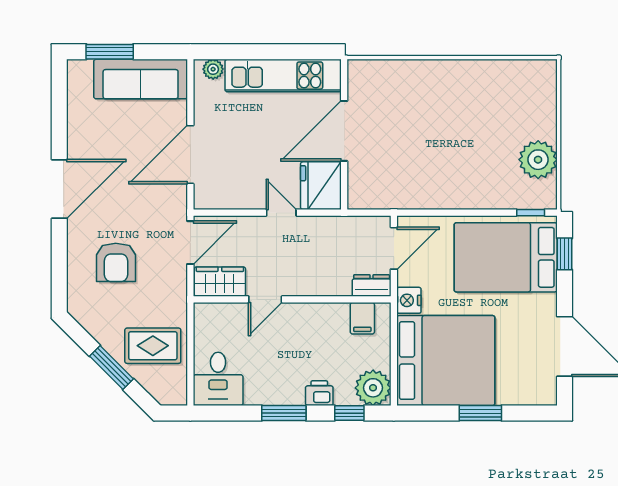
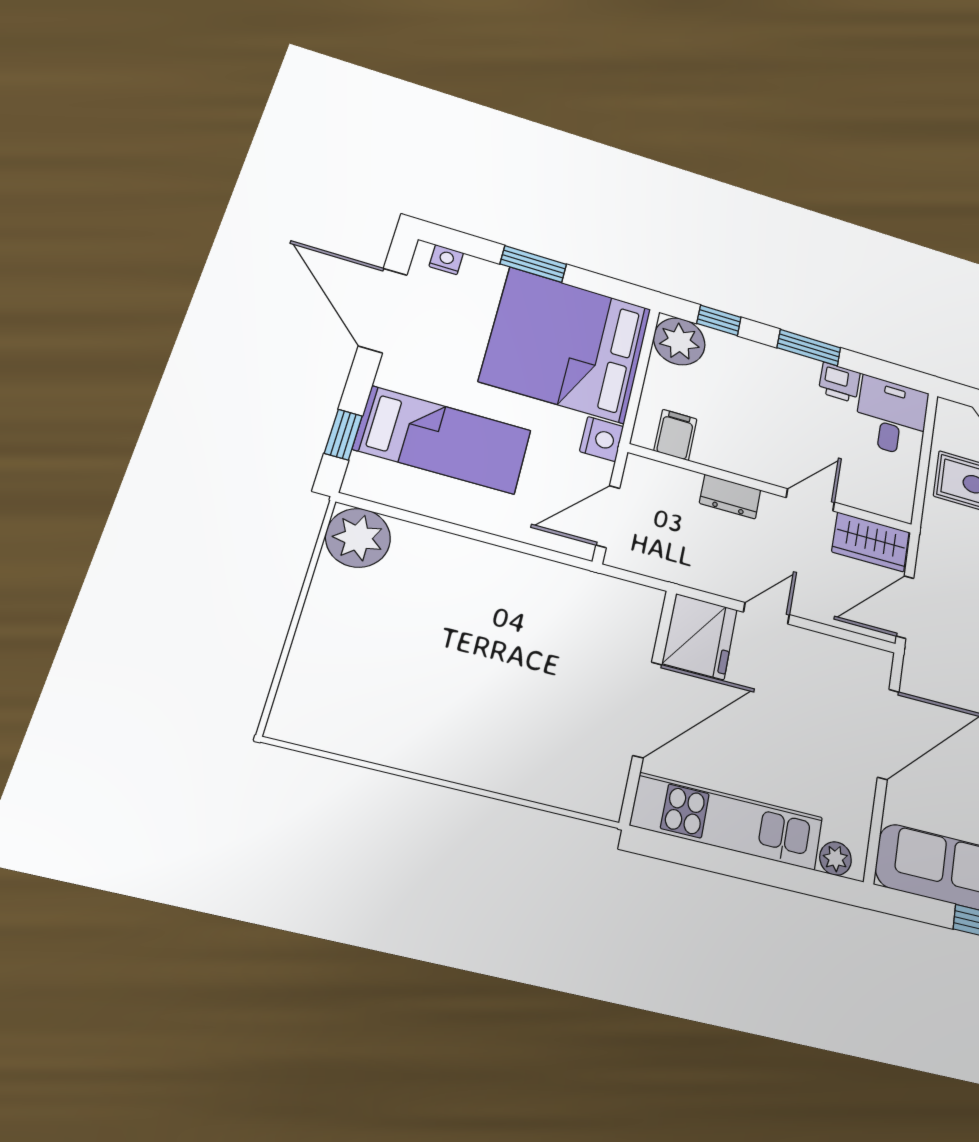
plant: (538, 160) -> (358, 538), moved
door: (281, 213) -> (766, 613), swing flipped
window: (531, 213) -> (380, 509), removed
bed: (506, 257) -> (443, 440), width x0.67
dresser: (372, 286) -> (730, 497), moved
printer: (319, 393) -> (839, 382), moved
nightstand: (536, 397) -> (446, 260), added

